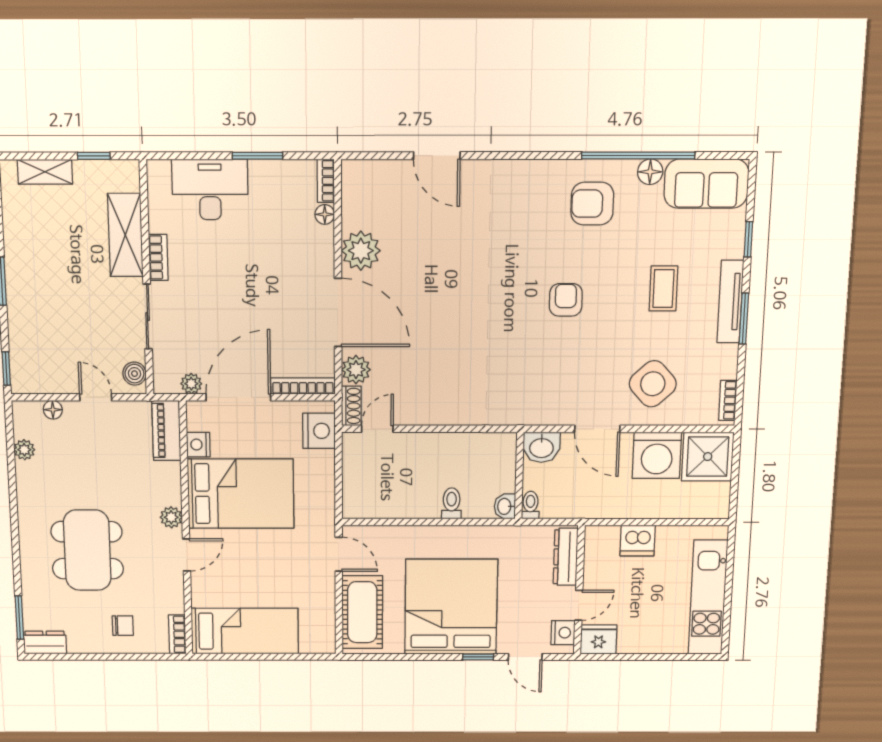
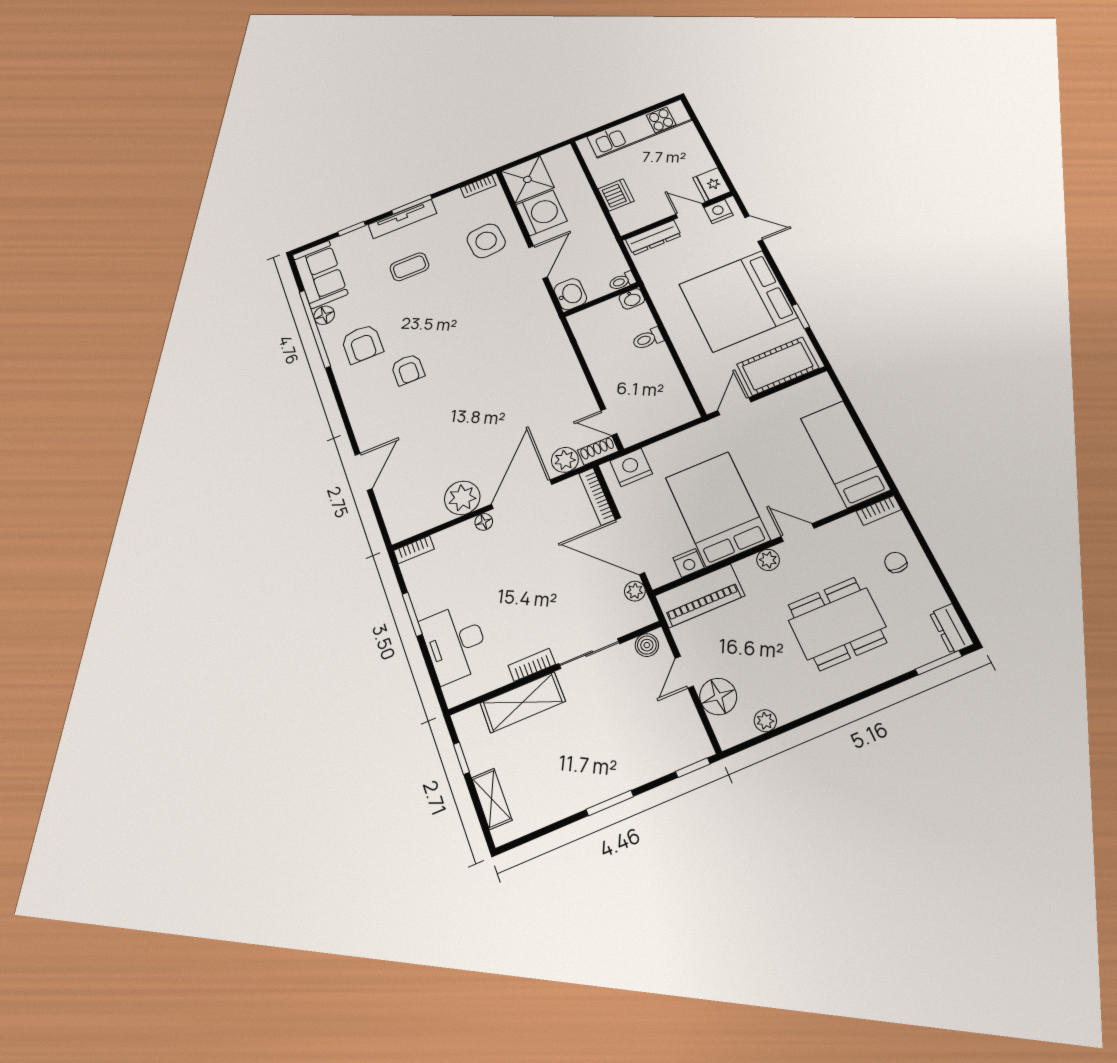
floor lamp: (325, 214) -> (484, 522), moved
armchair: (566, 300) -> (408, 369), moved, turned -90
side table: (653, 384) -> (486, 241), turned 37
floor lamp: (53, 410) -> (718, 697), width x1.89, depth x1.89
piano: (166, 431) -> (700, 596), width x1.37, depth x1.33
window: (478, 657) -> (801, 316), moved
door: (525, 657) -> (754, 229), hinge flipped

